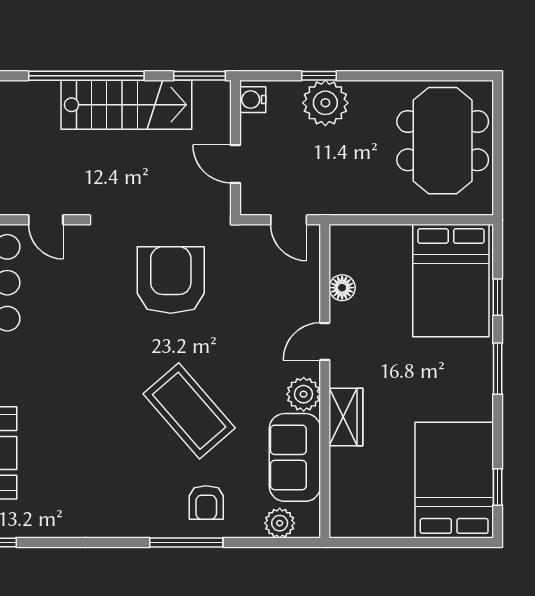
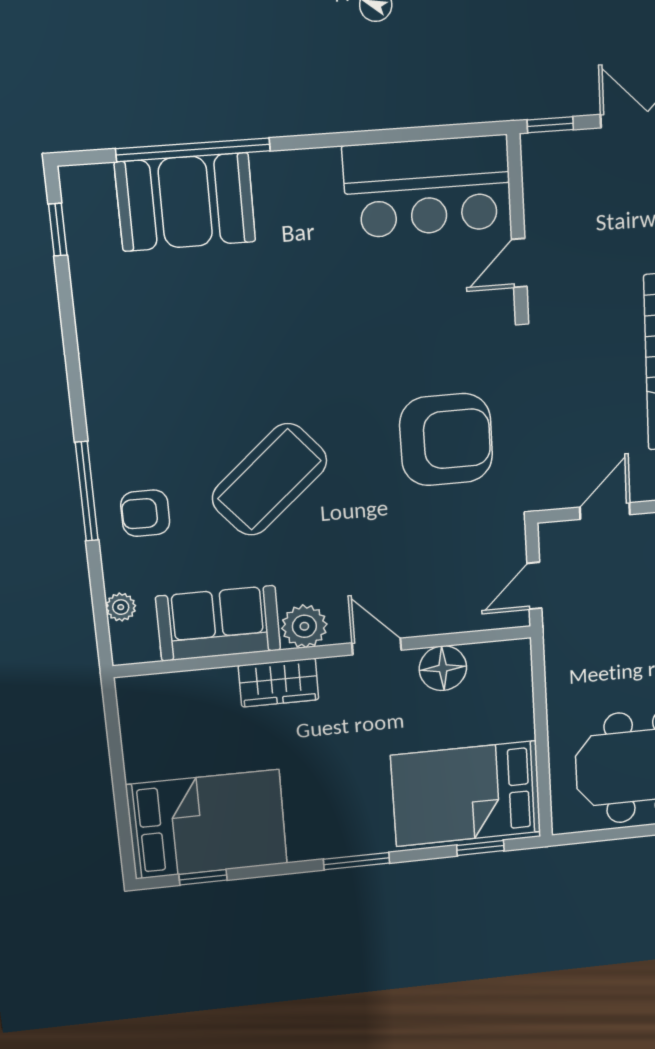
floor lamp: (342, 288) -> (443, 668), width x1.38, depth x1.38
window: (498, 297) -> (480, 848), moved
plant: (280, 523) -> (121, 607), width x0.73, depth x0.73

